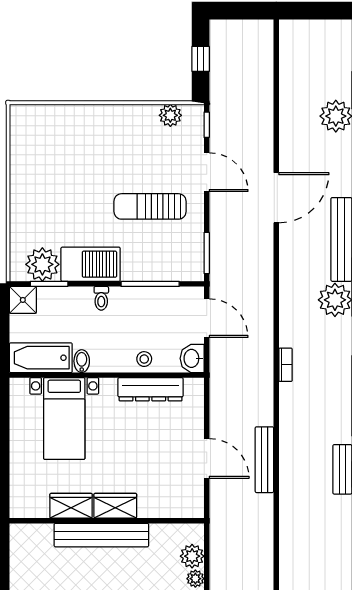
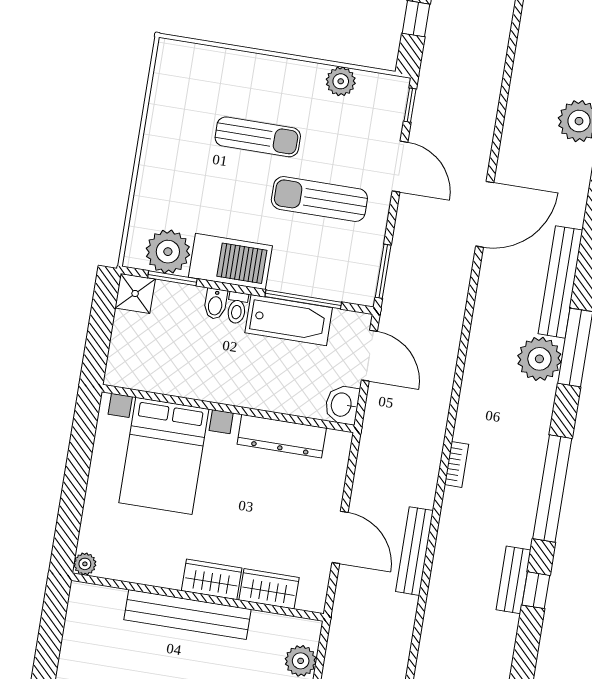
plant: (170, 115) -> (341, 81), moved
sun lounger: (96, 167) -> (258, 137), added
bathtub: (41, 358) -> (289, 320), moved, turned 180
stool: (144, 359) -> (280, 395), removed
bidet: (82, 361) -> (215, 304), moved, turned 180
bookcase: (285, 365) -> (457, 464), moved
bed with nightstands: (64, 419) -> (164, 456), width x1.36
wardrobe: (71, 506) -> (269, 589), moved
plant: (18, 509) -> (85, 564), added

